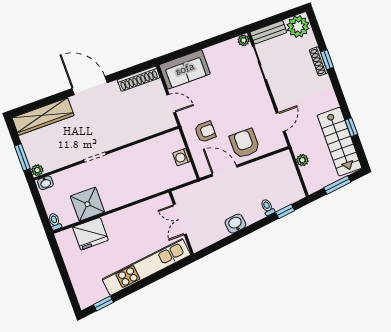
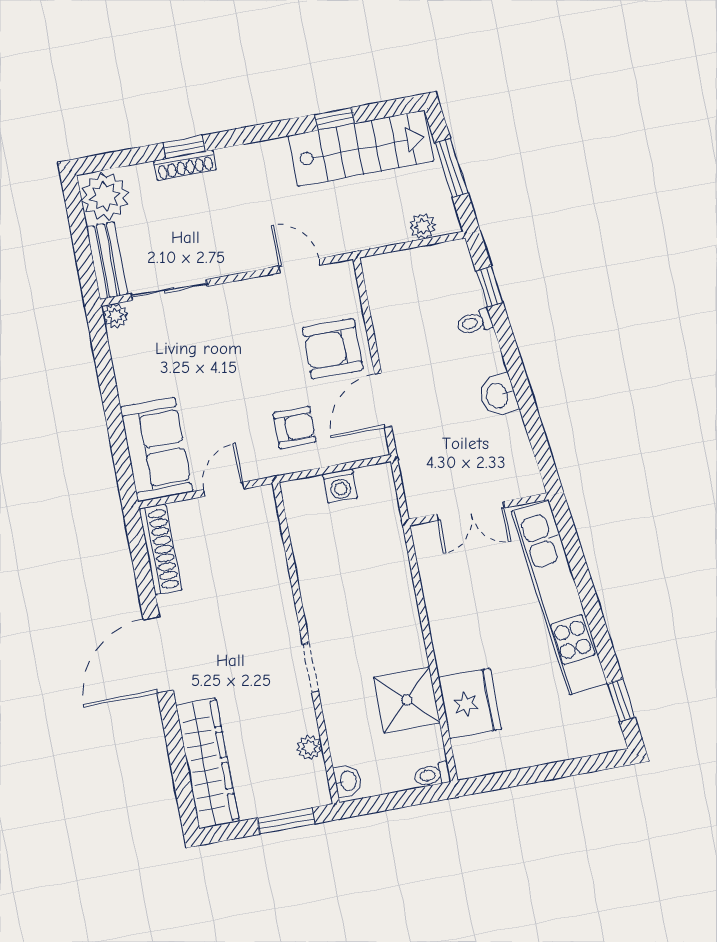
armchair: (205, 132) -> (294, 427), turned 90
plant: (302, 160) -> (423, 226), moved
plant: (37, 170) -> (309, 747), moved

